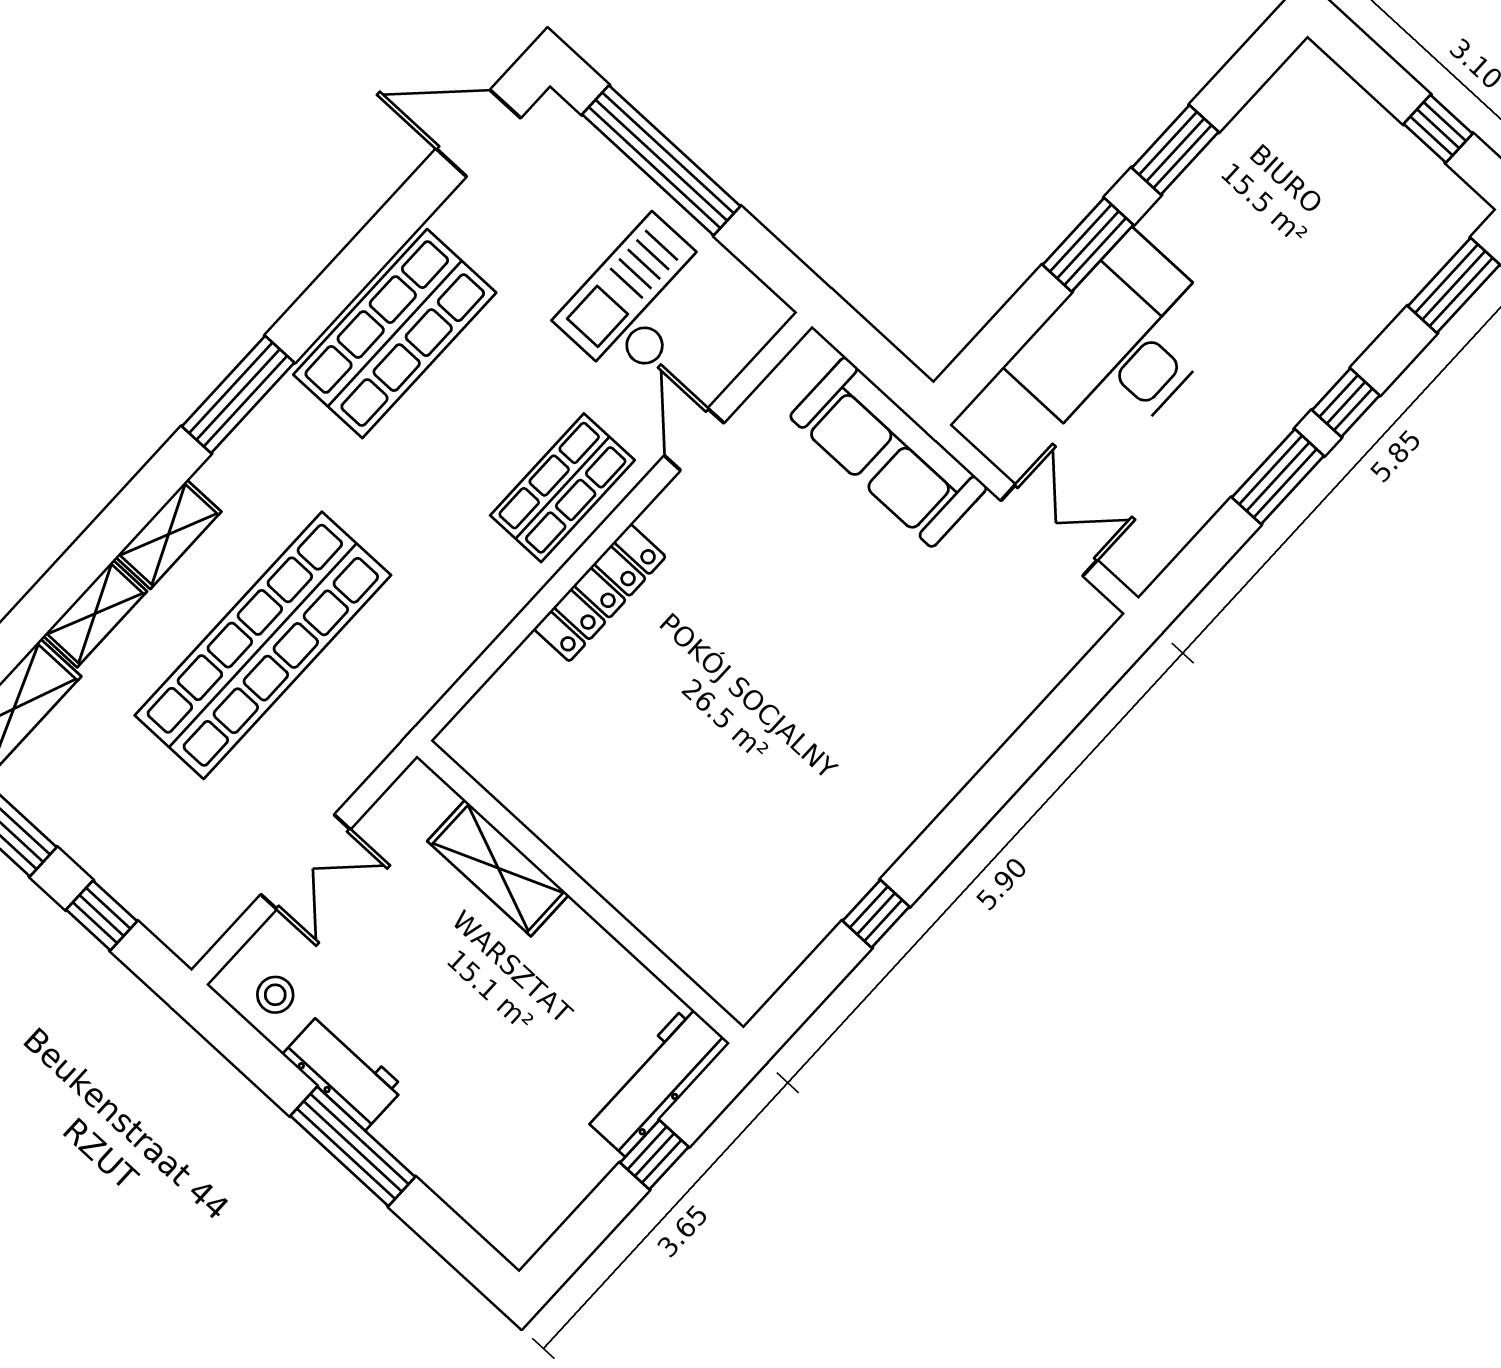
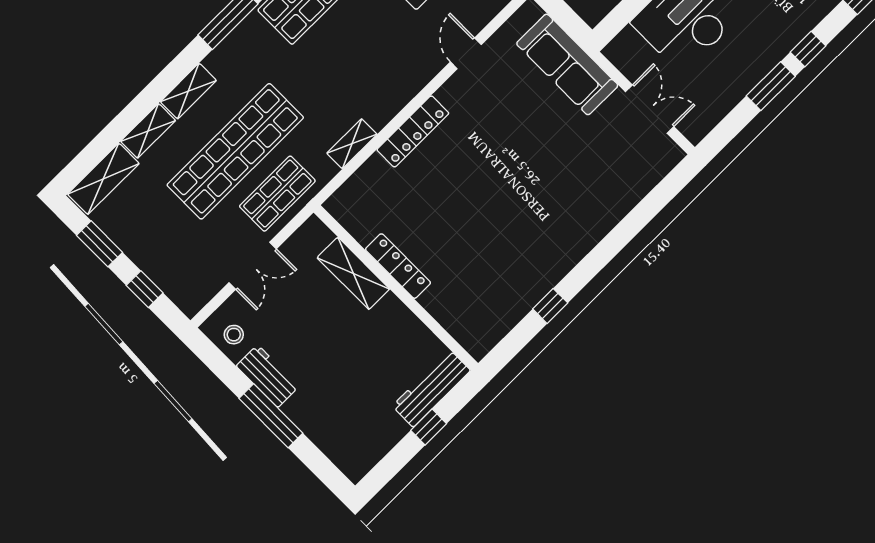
shop shelf: (562, 488) -> (277, 194), moved
shelving: (485, 621) -> (352, 144), added
locker: (583, 850) -> (398, 266), added

